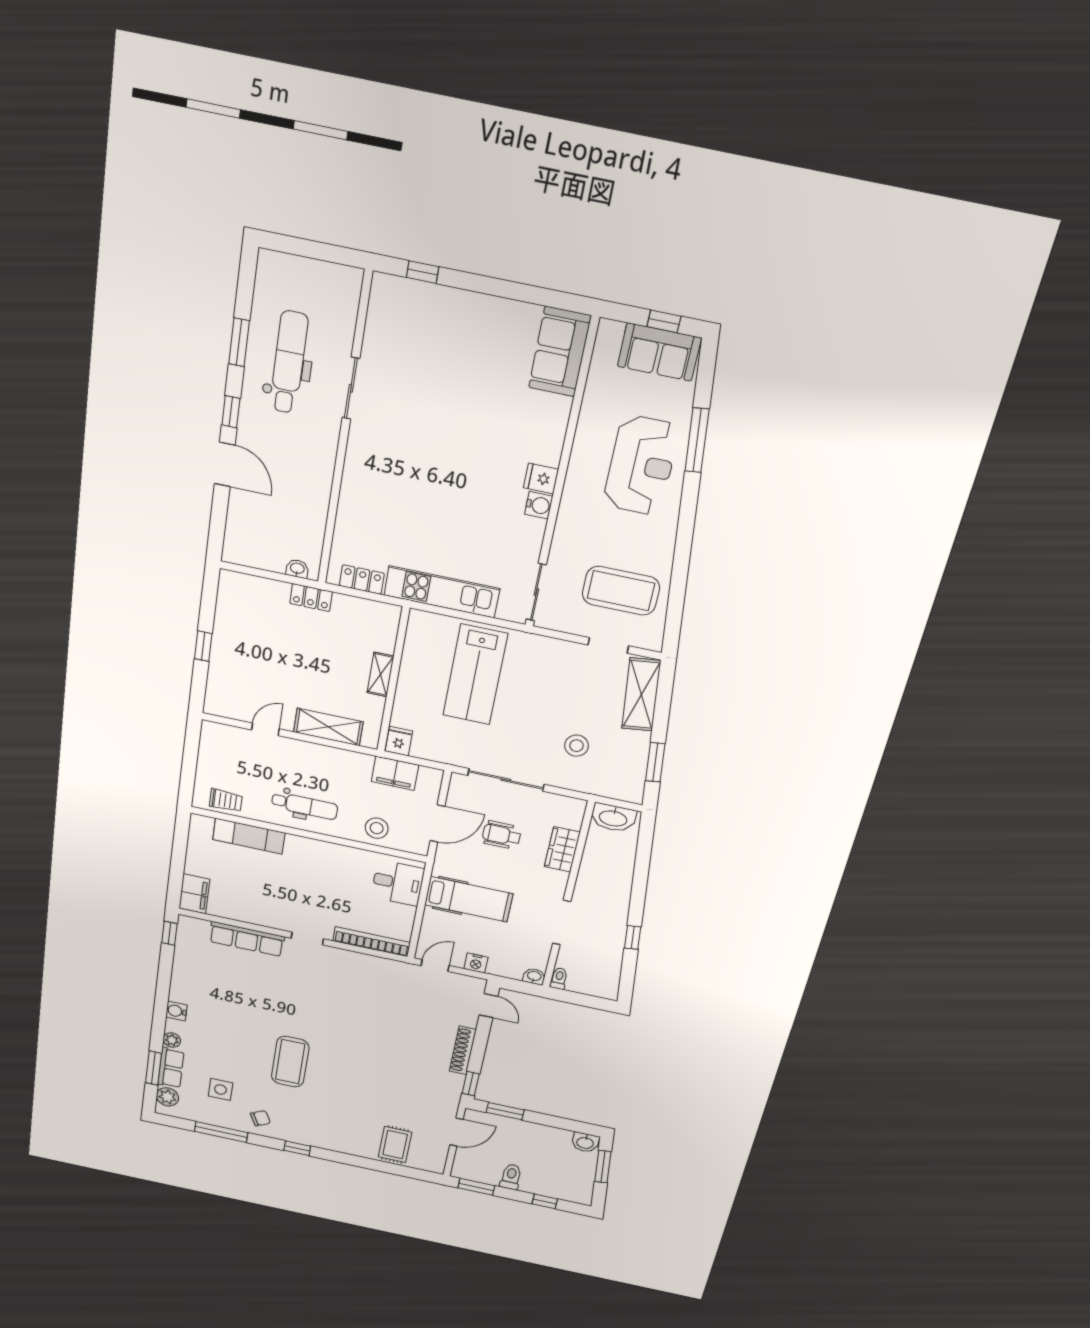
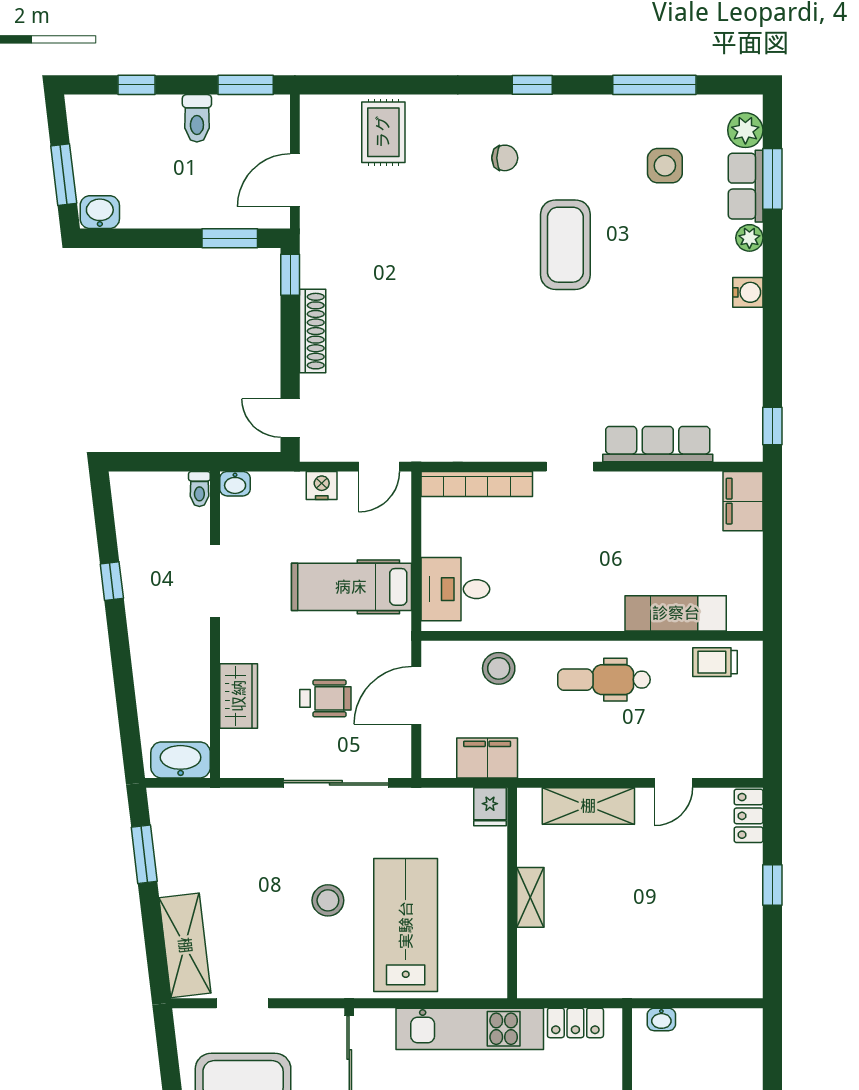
locker: (311, 598) -> (749, 816), moved, turned -90
stool: (577, 746) -> (328, 900), moved
chair: (260, 1118) -> (505, 158), moved, turned -153

